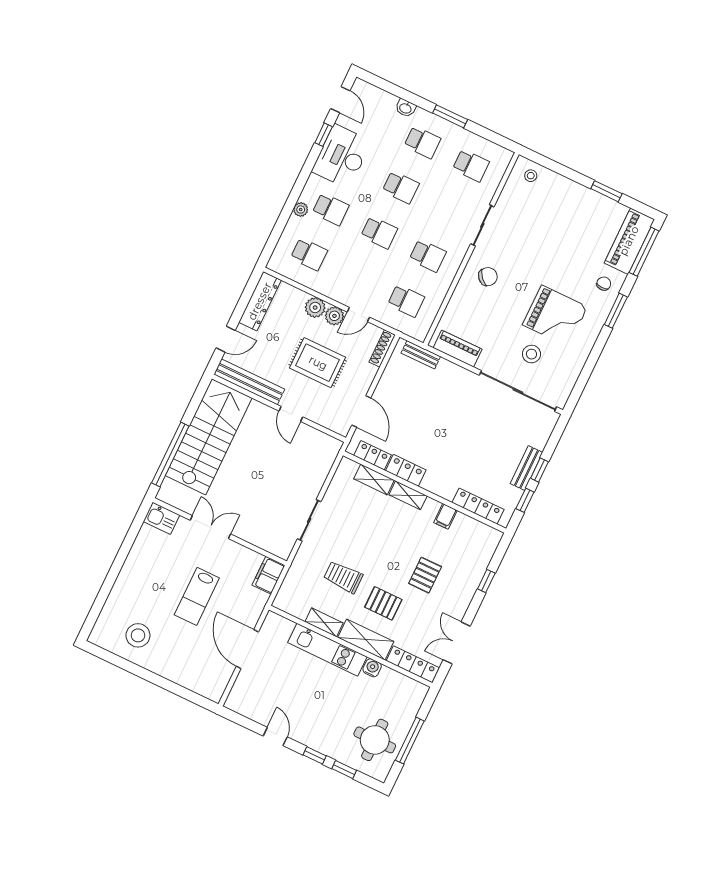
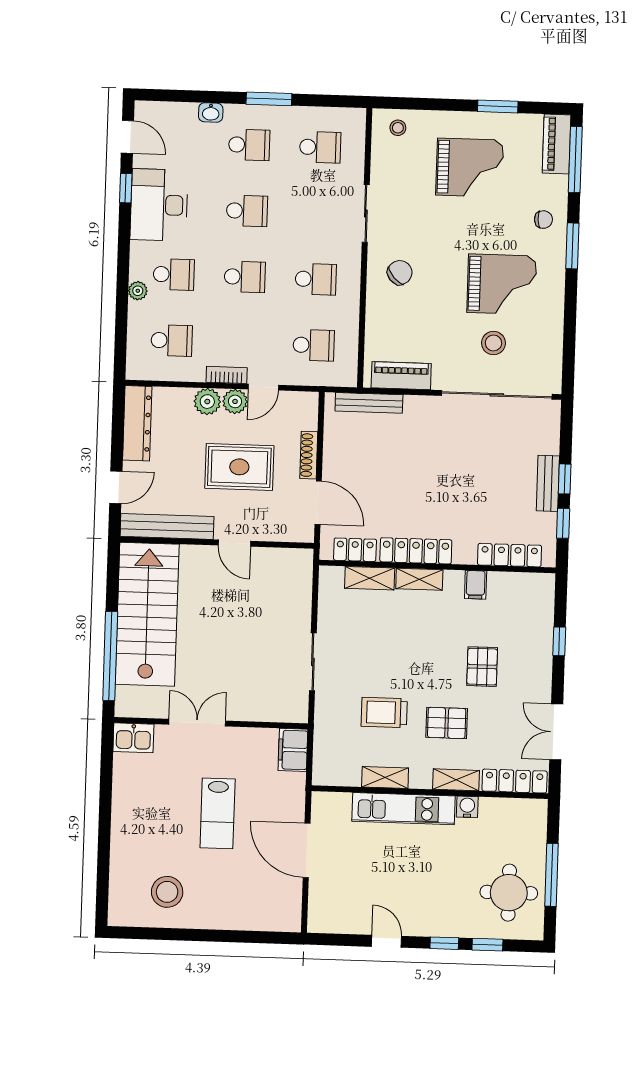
grand piano: (568, 225) -> (470, 168), added
piano: (629, 241) -> (557, 144), width x0.73, depth x0.75
chair: (604, 284) -> (543, 220), turned 87
bookcase: (337, 295) -> (227, 375), added
shoe rack: (382, 348) -> (309, 455), moved
bench: (421, 355) -> (369, 403), width x1.36
locker: (406, 470) -> (416, 551), width x1.53
shelving: (366, 640) -> (456, 780), width x0.67, depth x0.75

